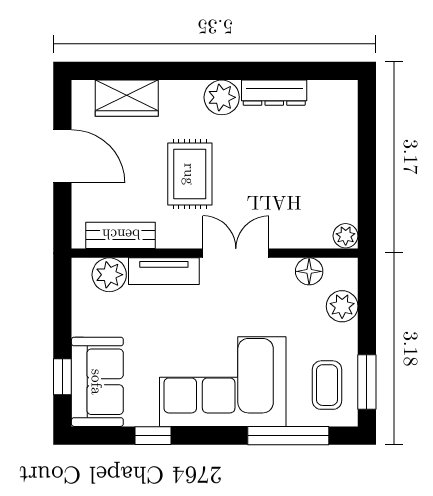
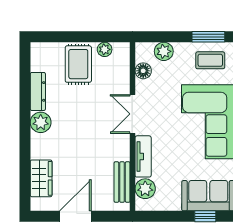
rug: (190, 174) -> (78, 64), moved, turned 90
plant: (346, 236) -> (105, 49), moved

